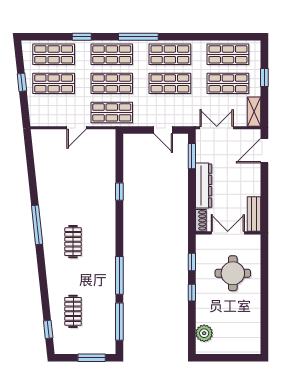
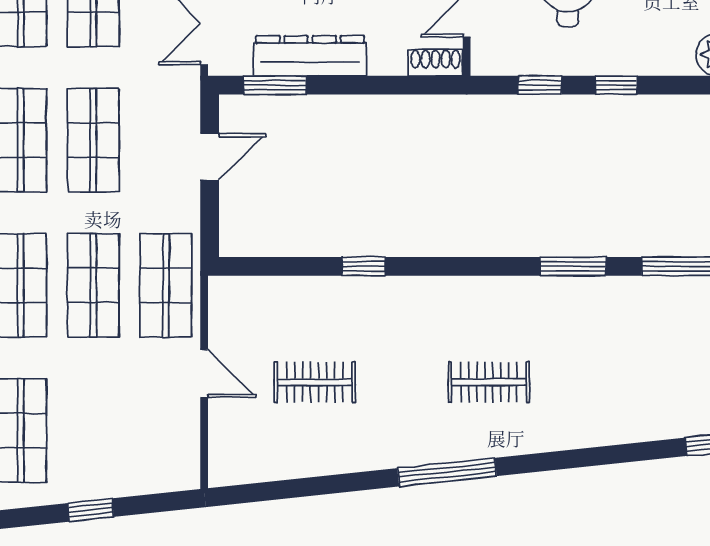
shop shelf: (54, 83) -> (93, 431), removed
dresser: (204, 186) -> (310, 56), moved
window: (119, 275) -> (573, 266), width x0.69
clothes rail: (73, 311) -> (315, 382), moved

